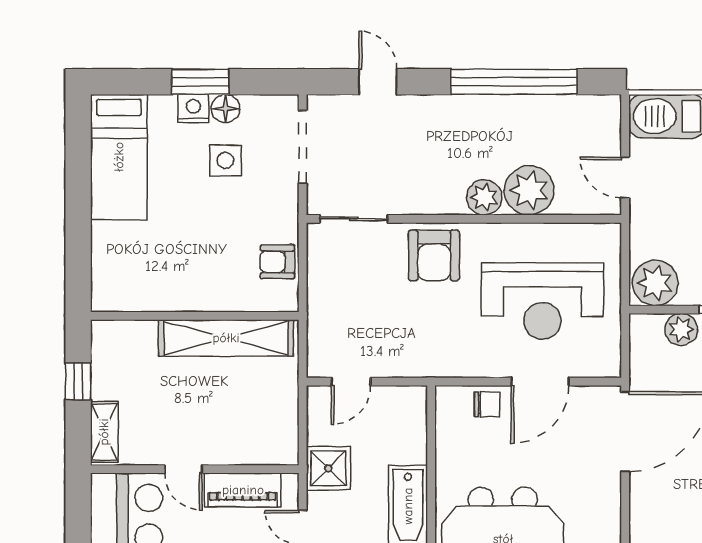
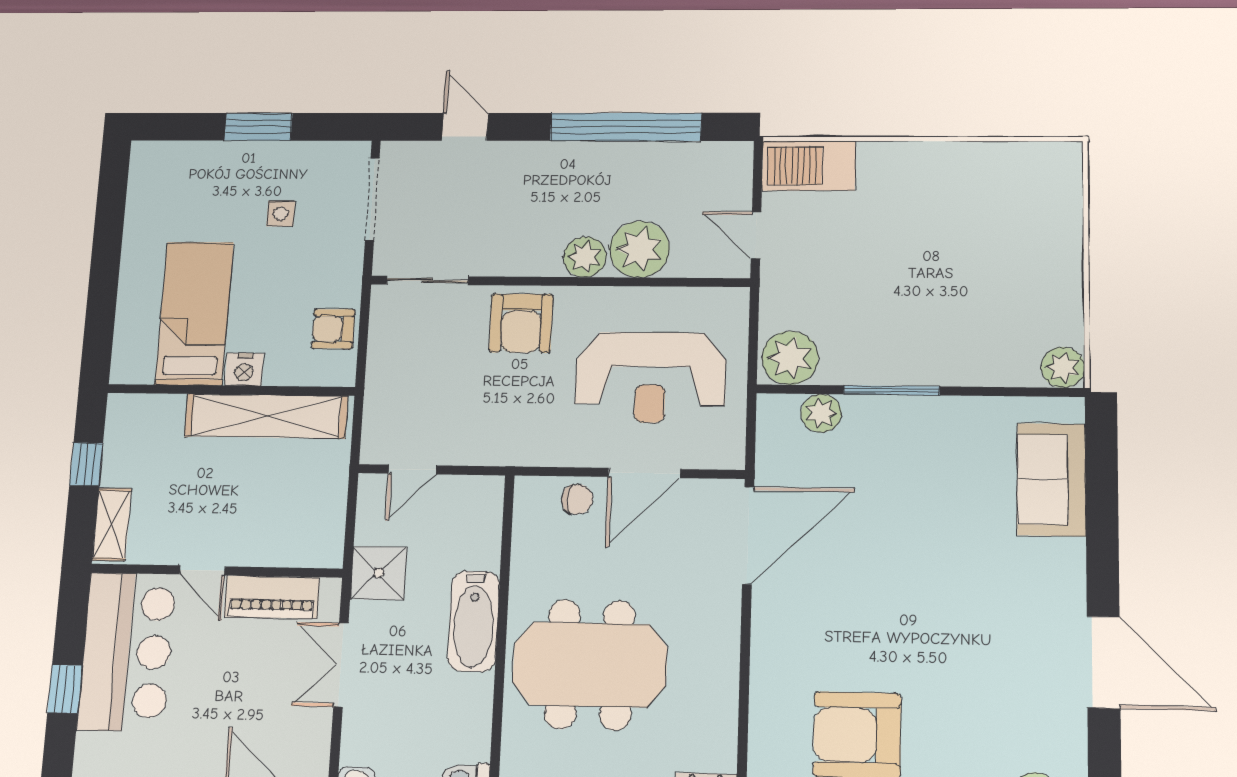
nightstand: (193, 108) -> (244, 369), moved, turned 180
floor lamp: (225, 109) -> (285, 156), removed
bed: (119, 157) -> (194, 313), moved, turned 180
side table: (225, 160) -> (281, 214), width x0.73, depth x0.73

